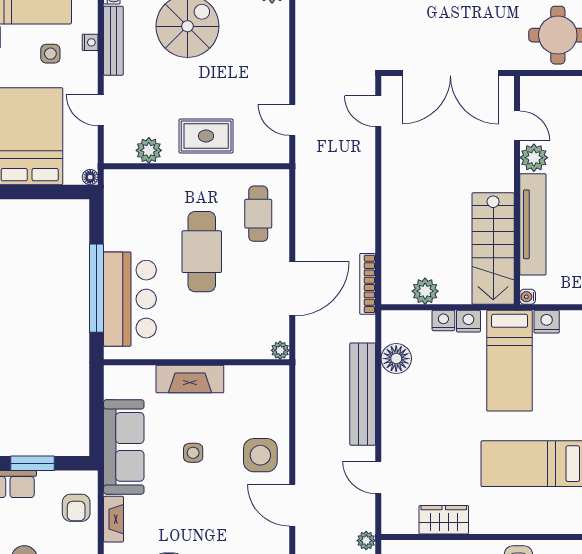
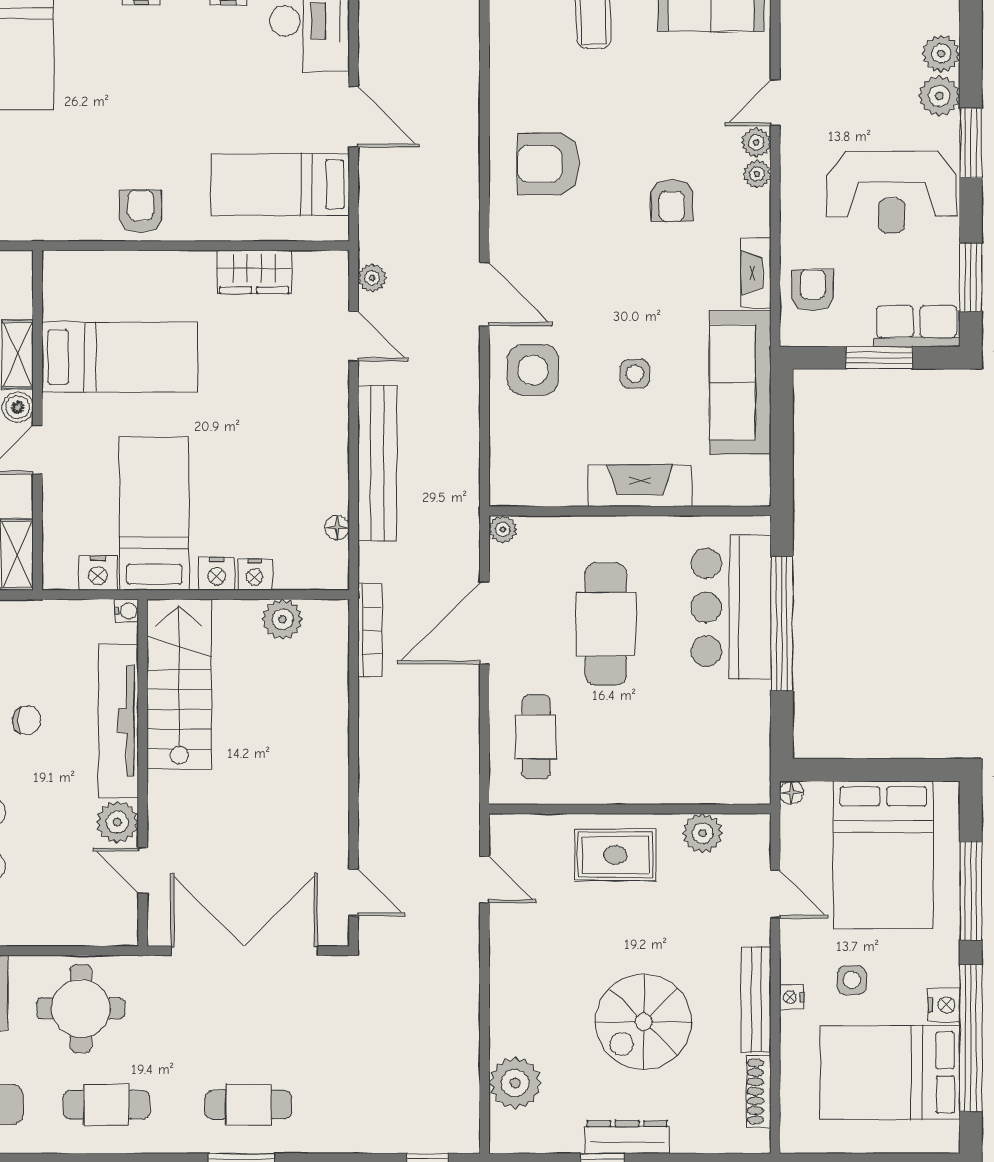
cafe table: (202, 252) -> (606, 624), moved
floor lamp: (396, 359) -> (337, 528), width x0.53, depth x0.53
plant: (366, 541) -> (372, 278), moved

